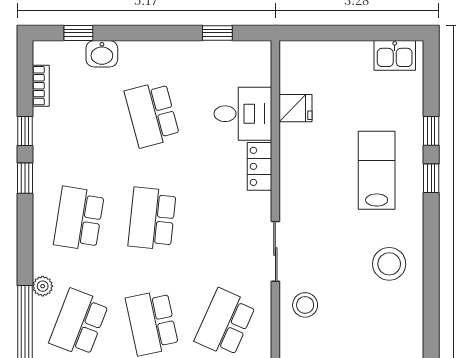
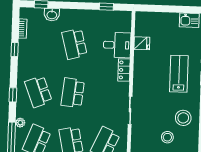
window: (25, 178) -> (13, 95), moved
school desk: (79, 219) -> (38, 92), turned -30
stool: (305, 305) -> (167, 137), moved

